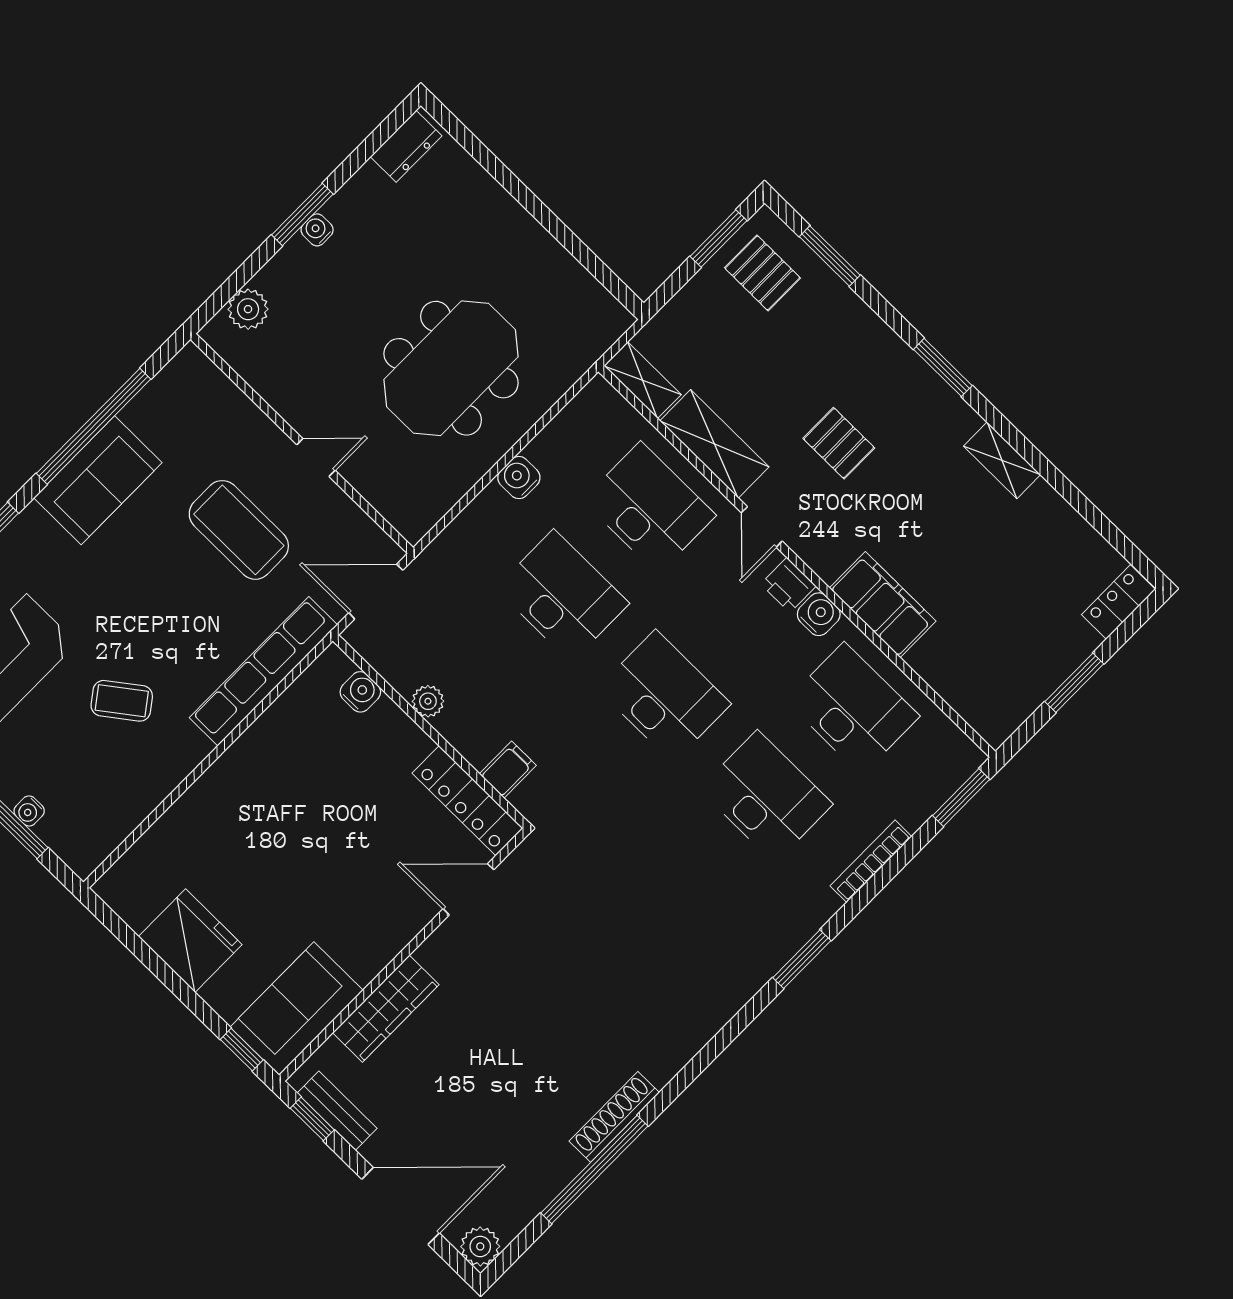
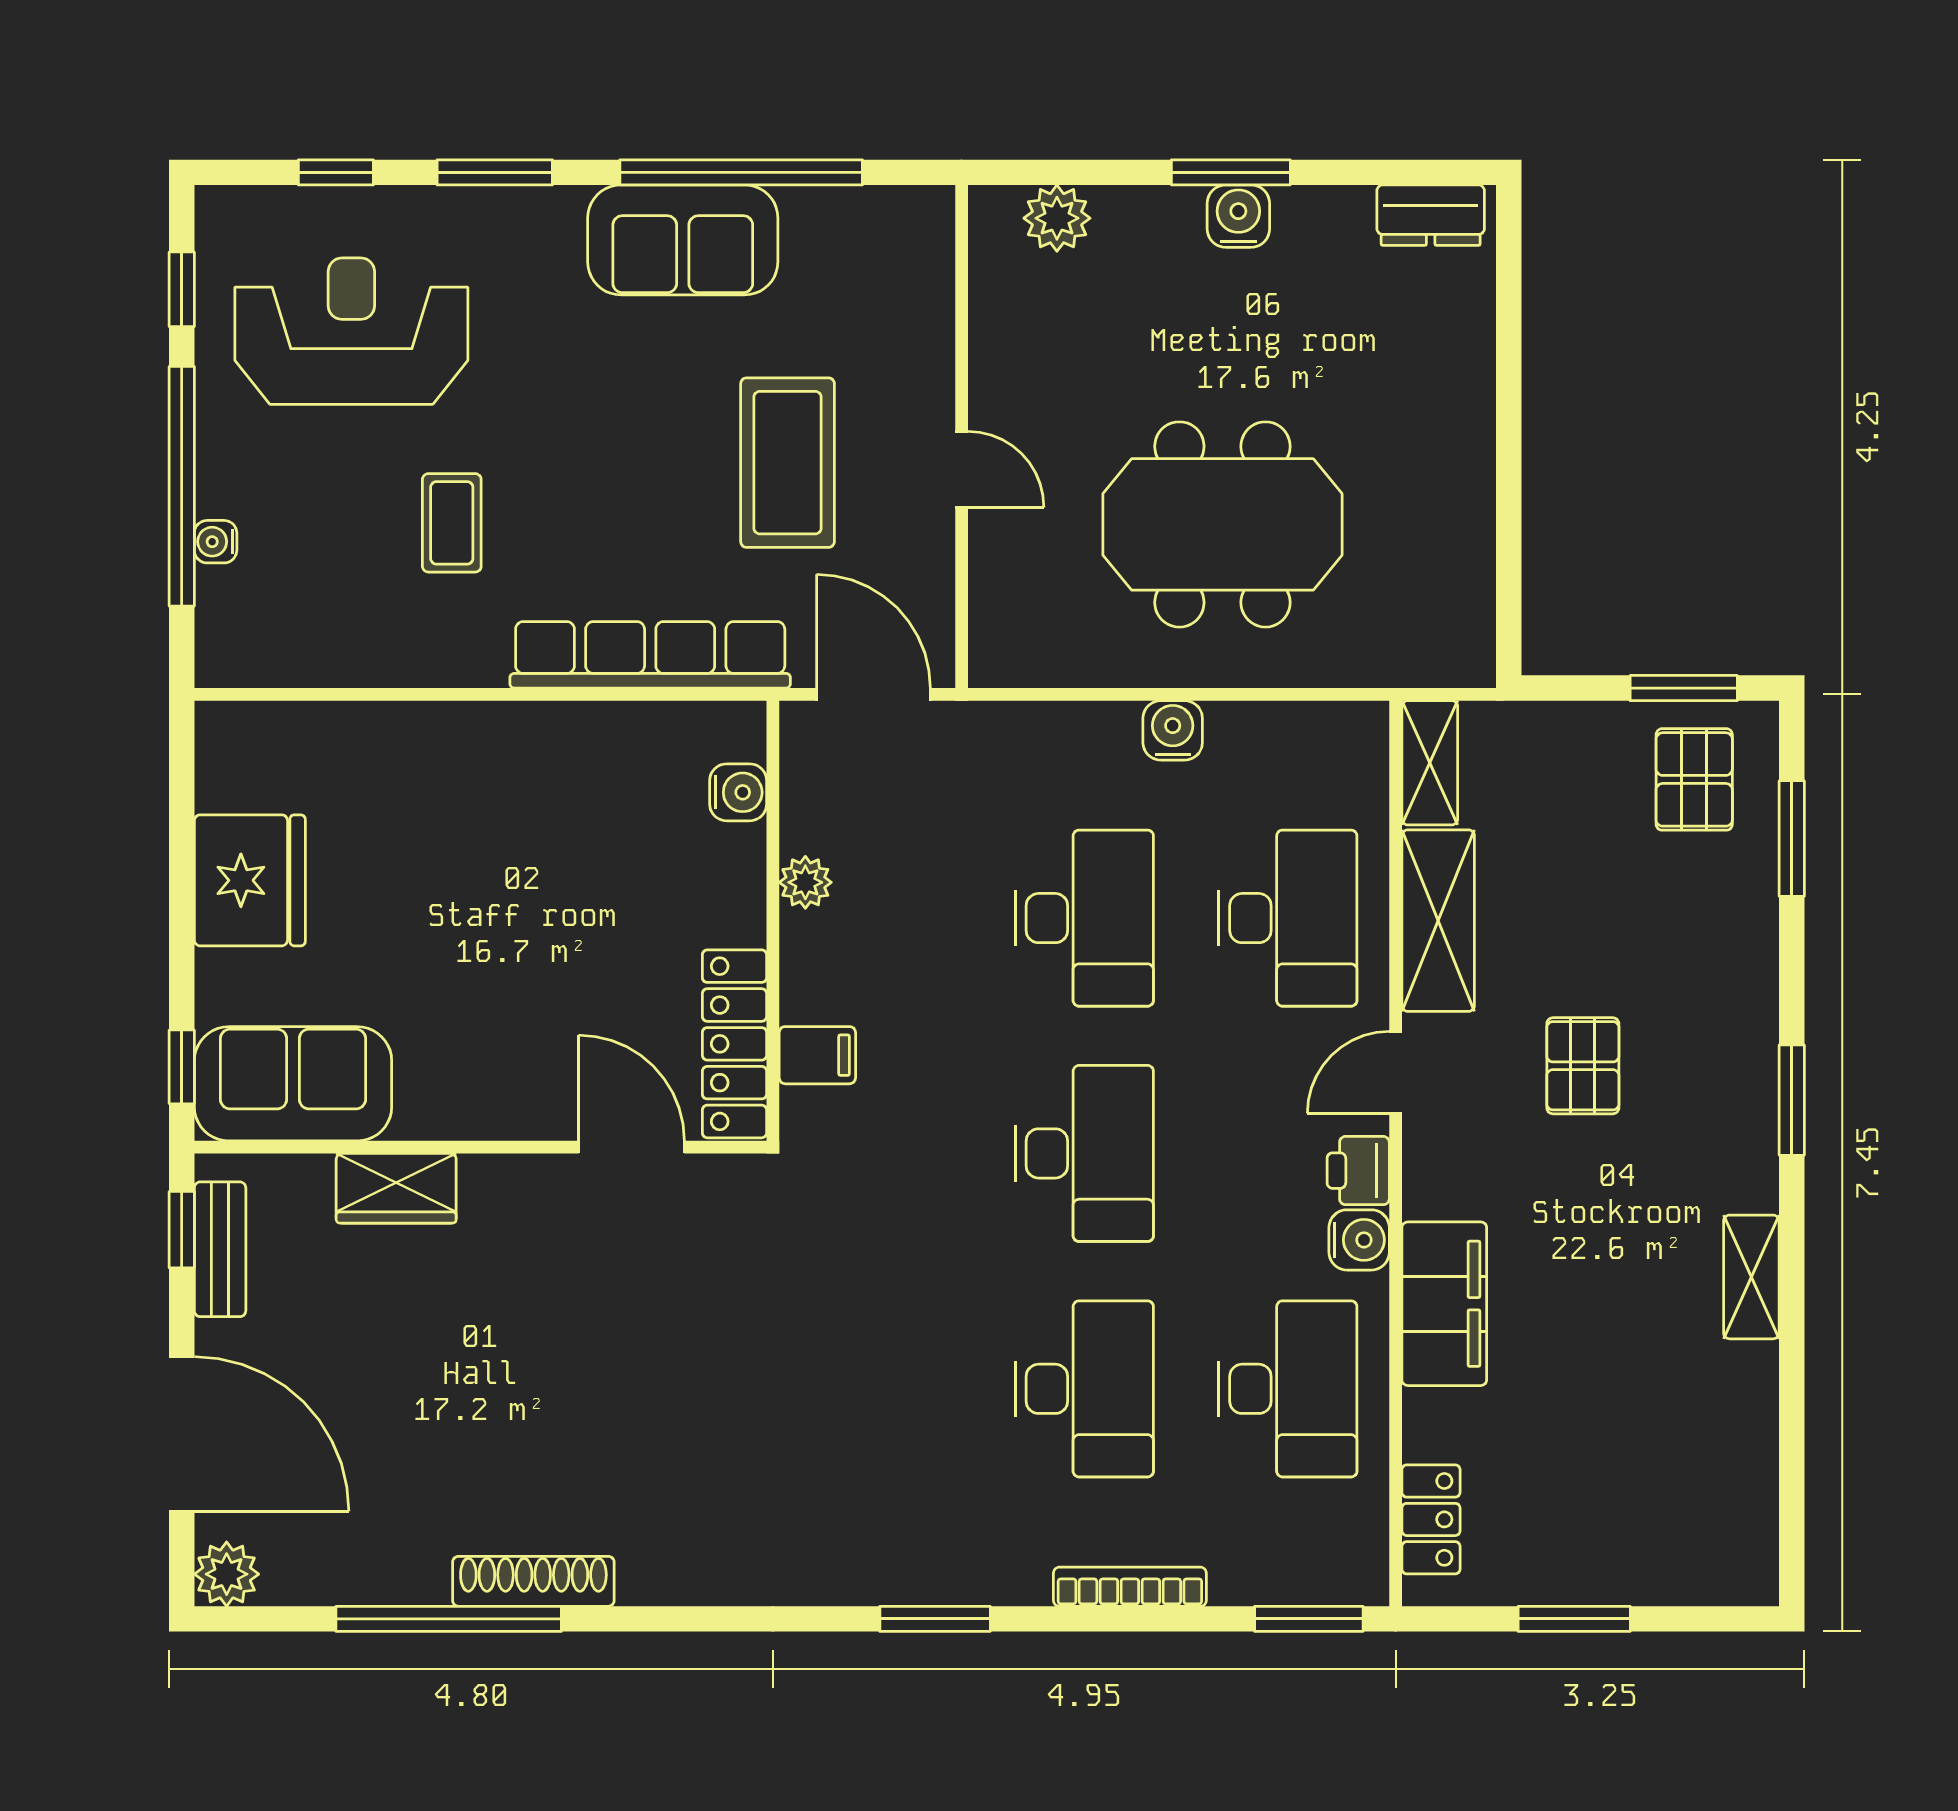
water cooler: (317, 230) -> (1238, 216), width x1.38, depth x1.38
locker: (1118, 602) -> (1431, 1519), moved, turned 90
coffee table: (122, 701) -> (452, 523), turned 37
wardrobe: (386, 1009) -> (396, 1188), width x0.67

